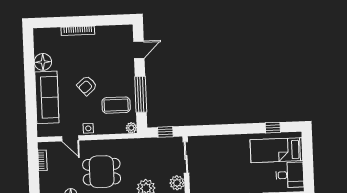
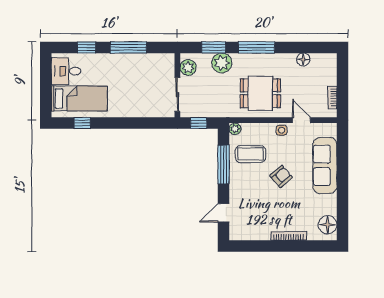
floor lamp: (43, 62) -> (328, 225), moved
dining table: (102, 172) -> (260, 93), moved

